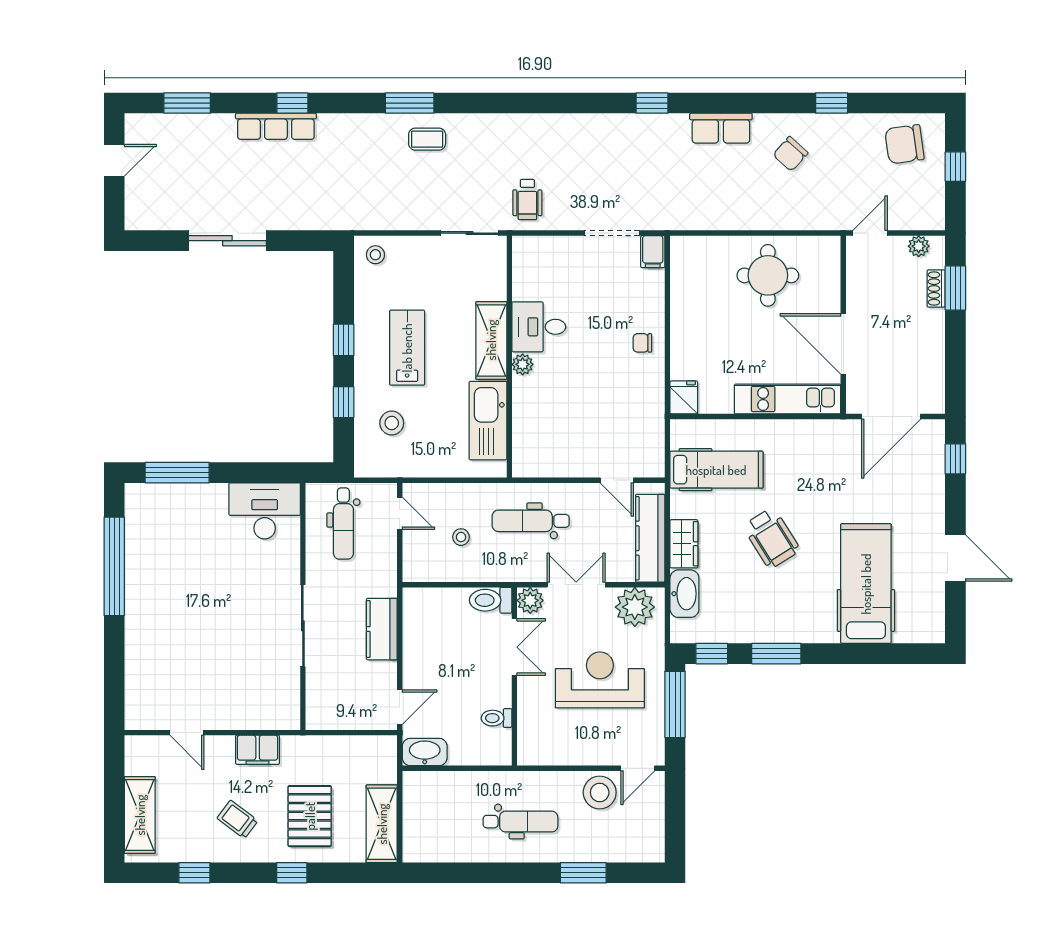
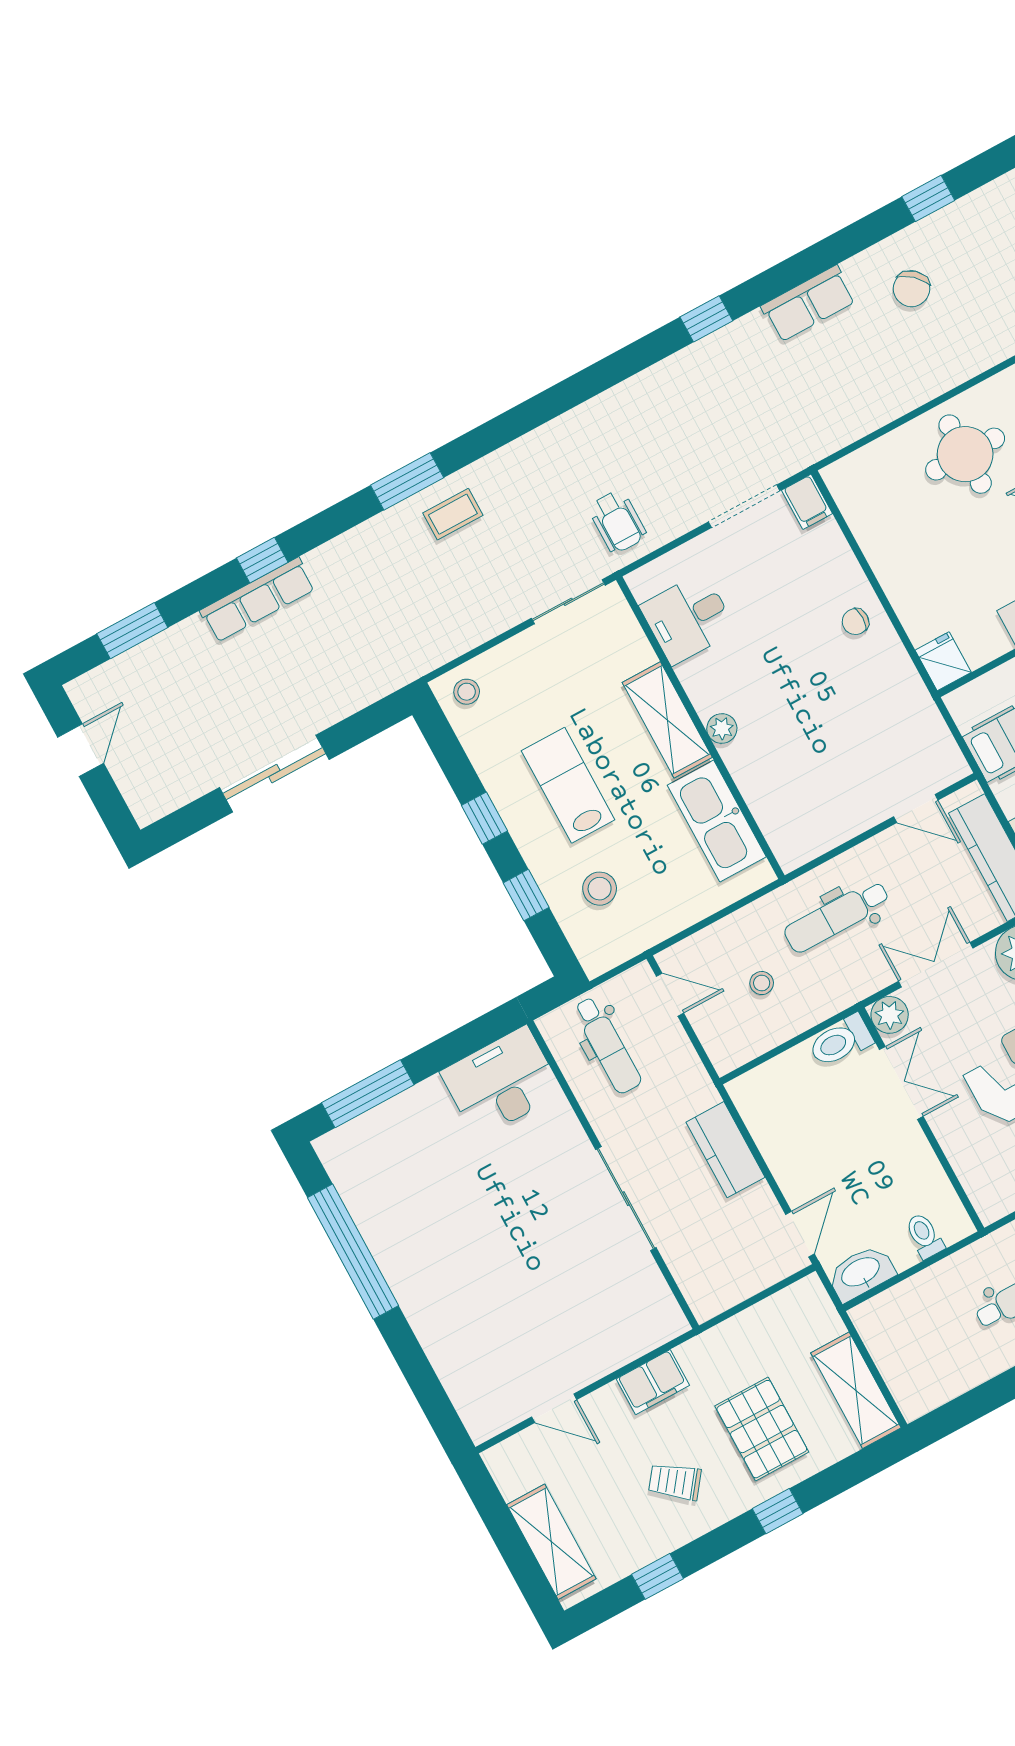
desk: (539, 327) -> (688, 618), moved
toilet: (497, 718) -> (924, 1236), moved, turned 90

